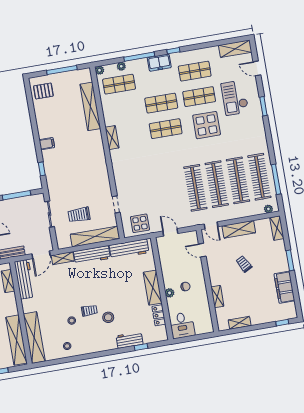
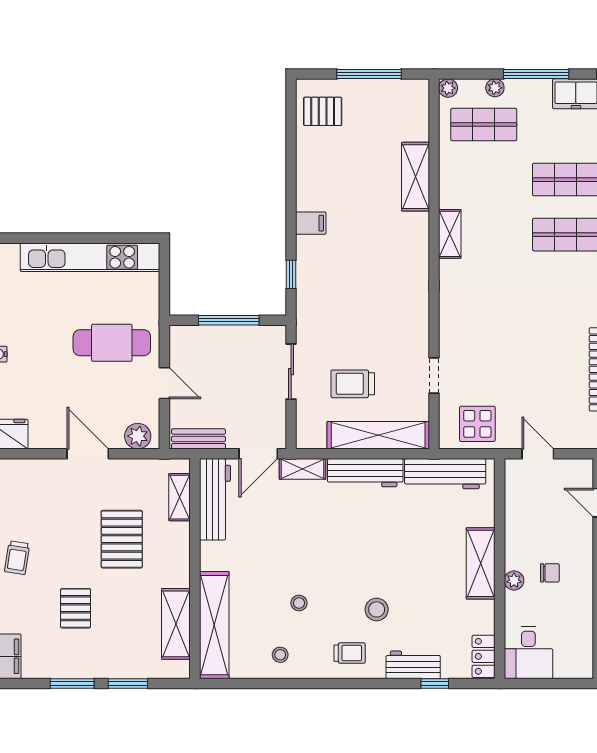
shelving: (90, 106) -> (416, 177), width x0.68
trolley: (89, 311) -> (350, 653), moved
locker: (159, 315) -> (484, 656), moved
shelving: (16, 340) -> (176, 624), width x0.68

